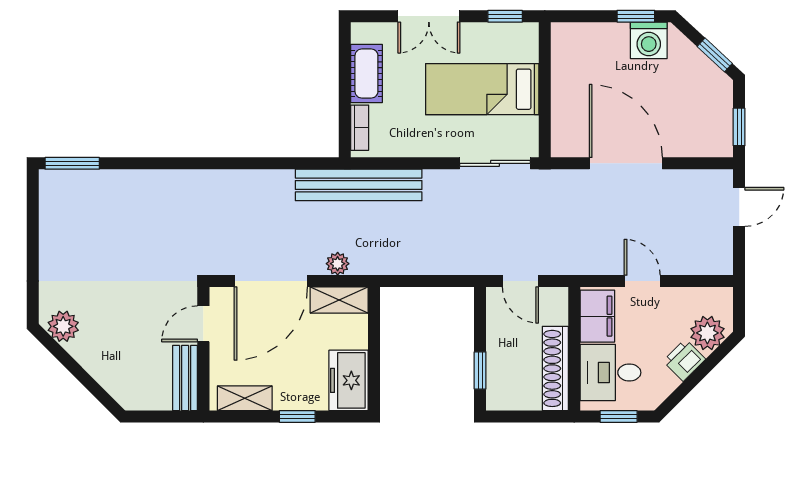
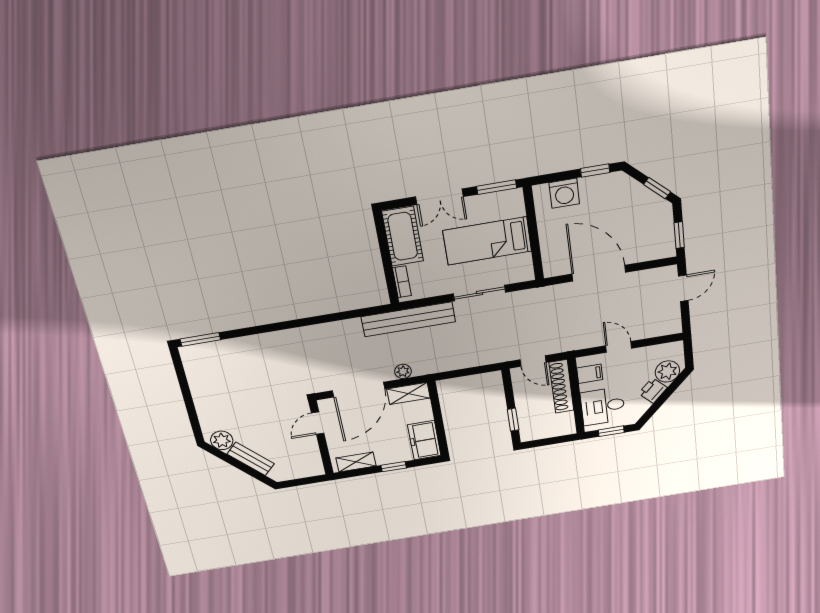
window: (505, 16) -> (497, 187), width x1.50
washing machine: (649, 40) -> (564, 193), moved
cot: (366, 74) -> (403, 236), width x1.37, depth x1.34
sliding door: (495, 163) -> (480, 293), moved
filing cabinet: (597, 316) -> (590, 374), width x0.50
shoe rack: (555, 368) -> (561, 386), moved
bench: (185, 378) -> (251, 459), moved, turned -45

